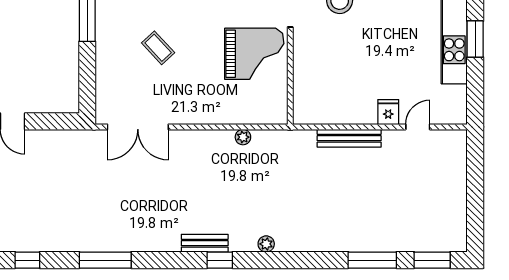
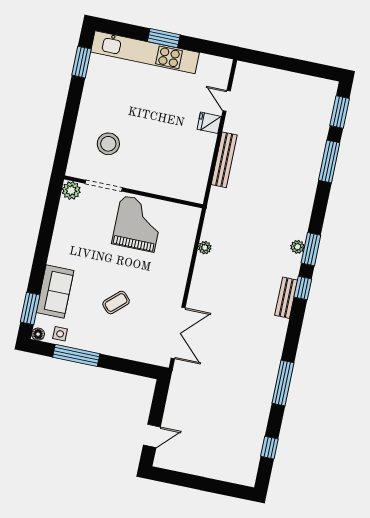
window: (267, 260) -> (311, 249), added

